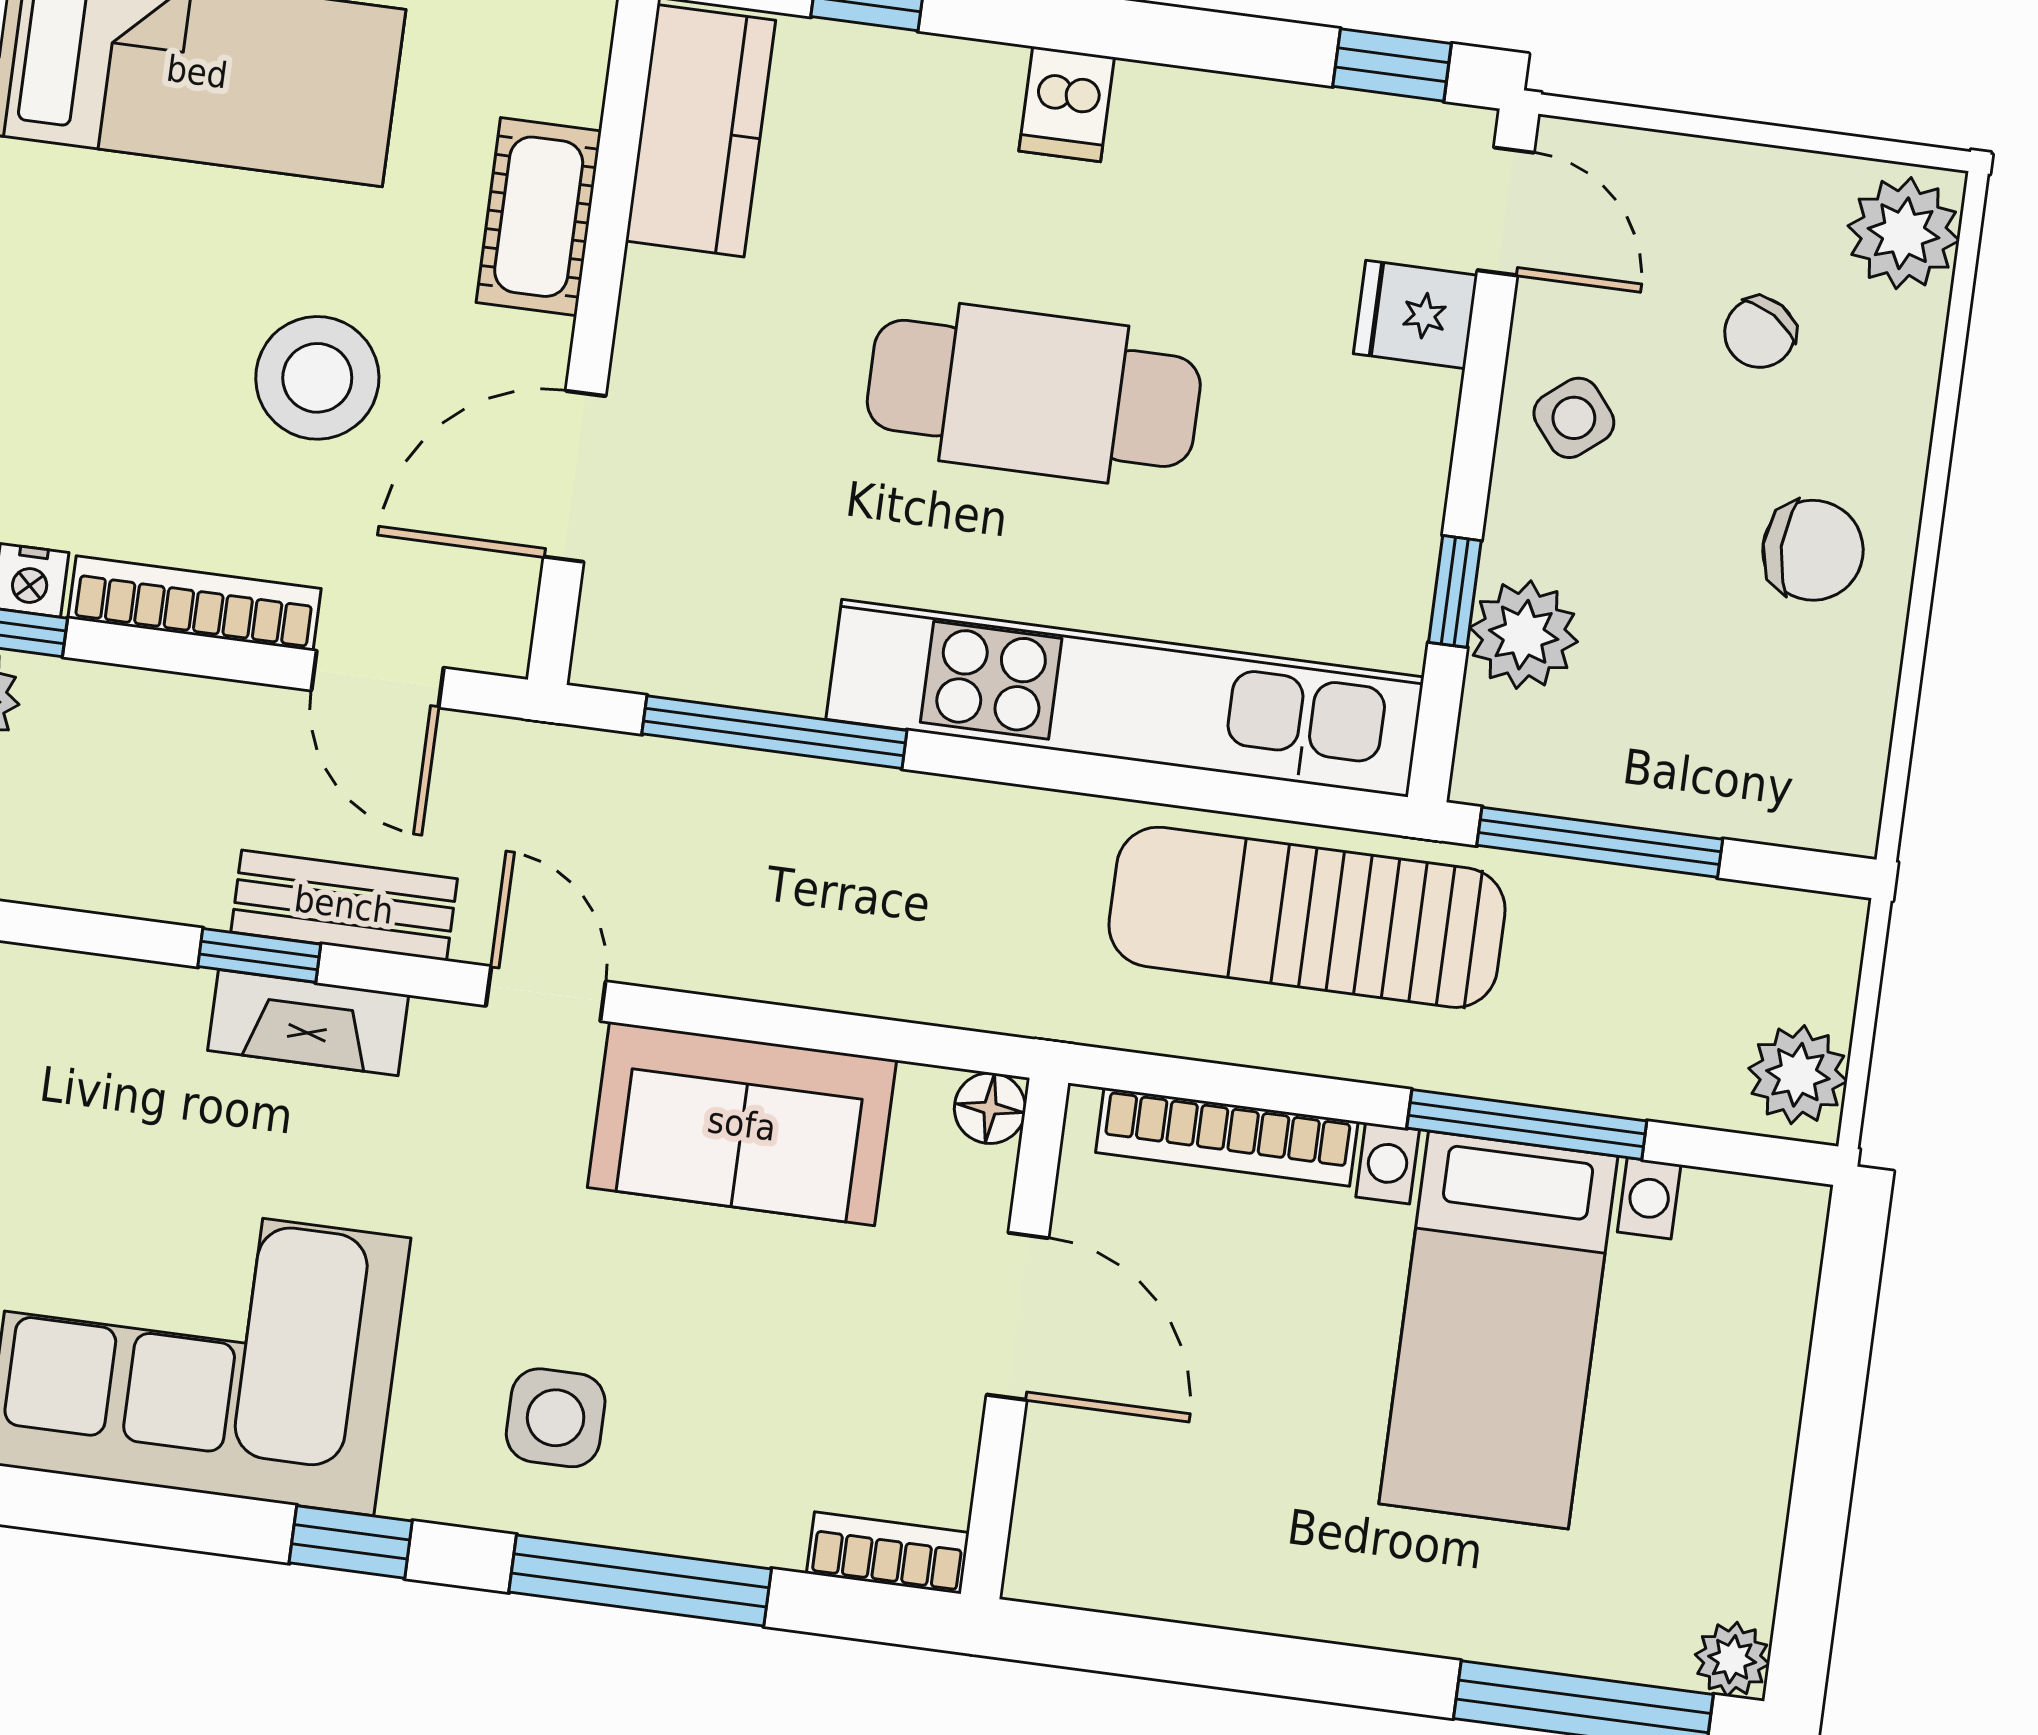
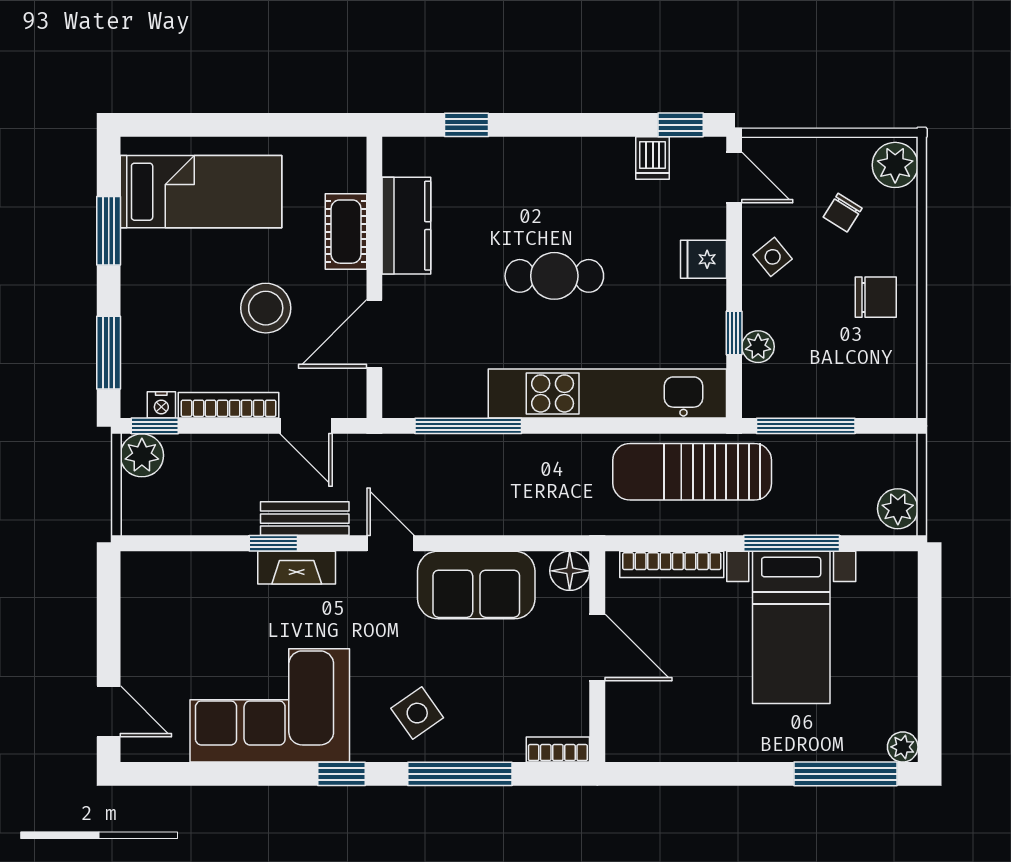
dishwasher: (1067, 104) -> (653, 158), moved
kitchen counter: (701, 131) -> (406, 226), moved
fridge: (1416, 314) -> (703, 259), moved
cafe table: (1034, 393) -> (554, 276), width x0.73, depth x0.74
plant: (1524, 635) -> (758, 347), width x0.73, depth x0.73
floor lamp: (990, 1108) -> (570, 571), width x1.37, depth x1.37
side table: (556, 1418) -> (417, 713), turned -35

